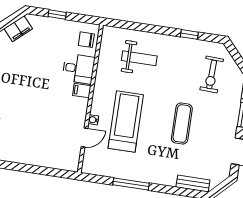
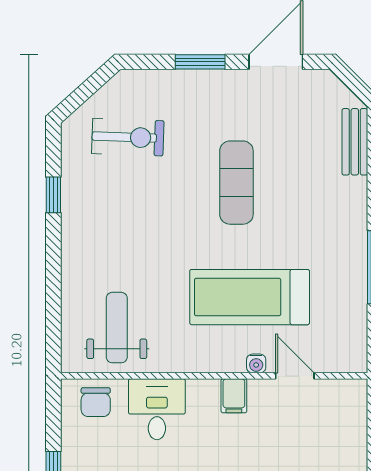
weight bench: (139, 58) -> (117, 328), moved
filing cabinet: (82, 91) -> (234, 396), moved
exercise mat: (182, 124) -> (236, 183), turned 90

